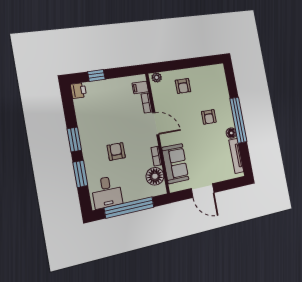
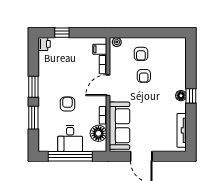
armchair: (209, 117) -> (144, 76), moved
window: (238, 120) -> (191, 96), width x0.32
door: (156, 124) -> (108, 85), swing flipped
floor lamp: (231, 133) -> (181, 96), moved
sofa: (175, 164) -> (120, 126), width x1.36
desk: (107, 192) -> (70, 138), moved

